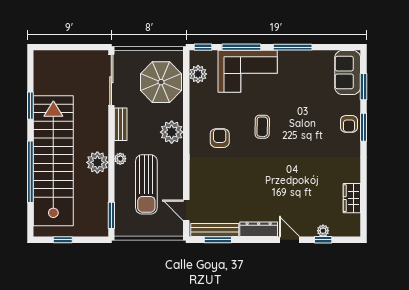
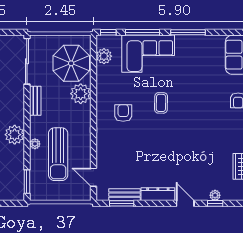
plant: (172, 132) -> (81, 94), moved
plant: (120, 159) -> (35, 144), moved
bench: (215, 230) -> (124, 195), width x0.73

